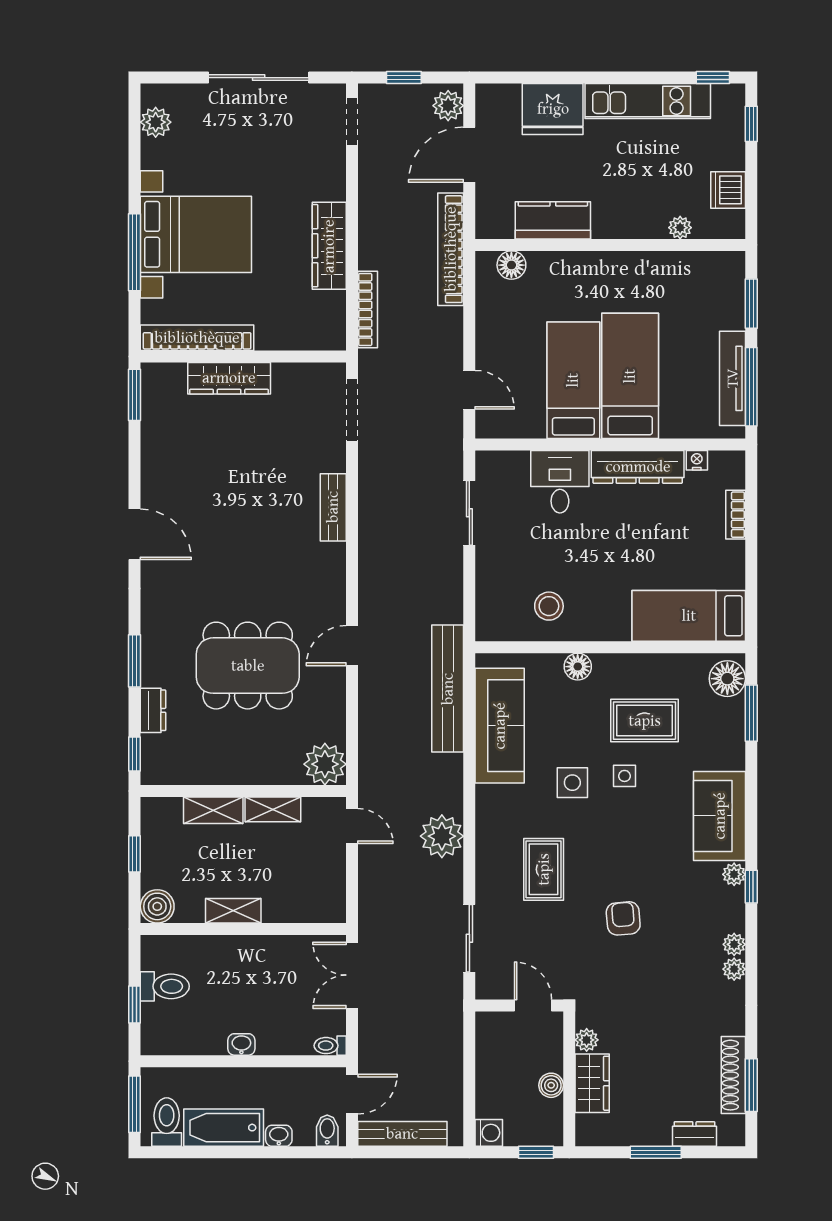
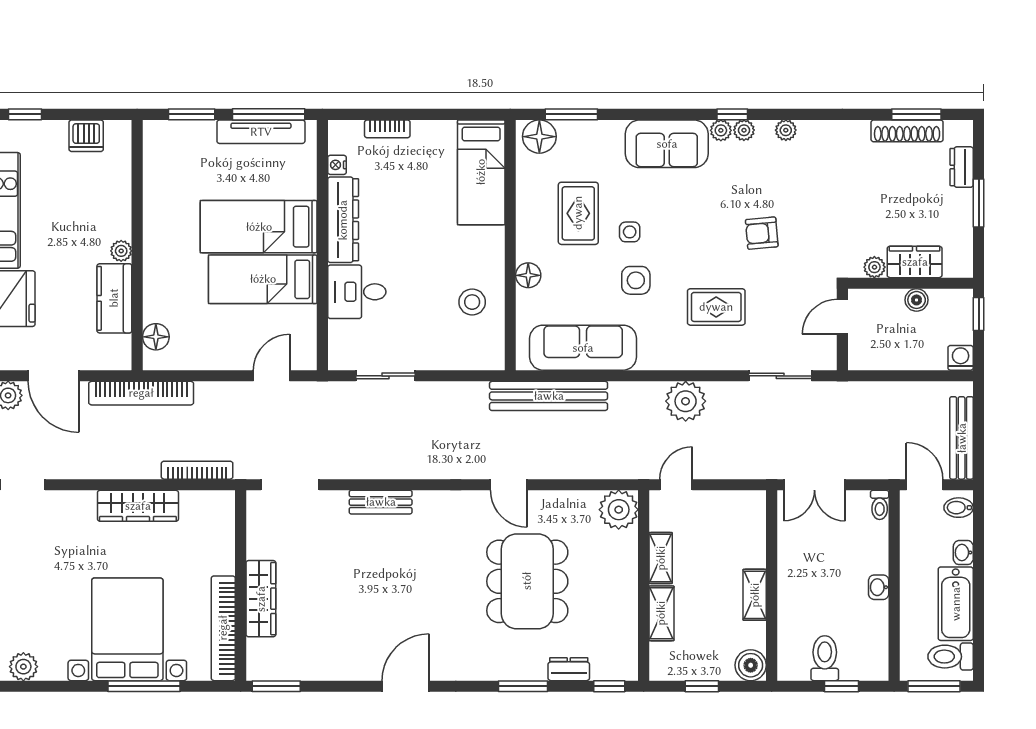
plant: (680, 228) -> (121, 251), moved
plant: (734, 969) -> (744, 130), moved

